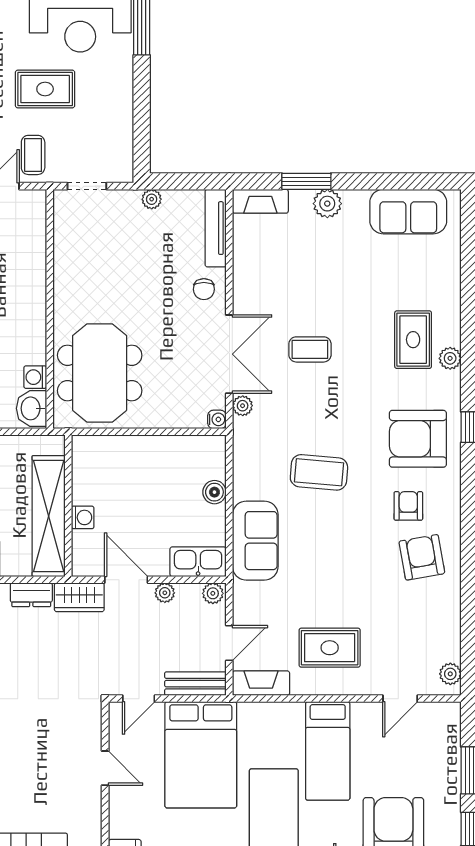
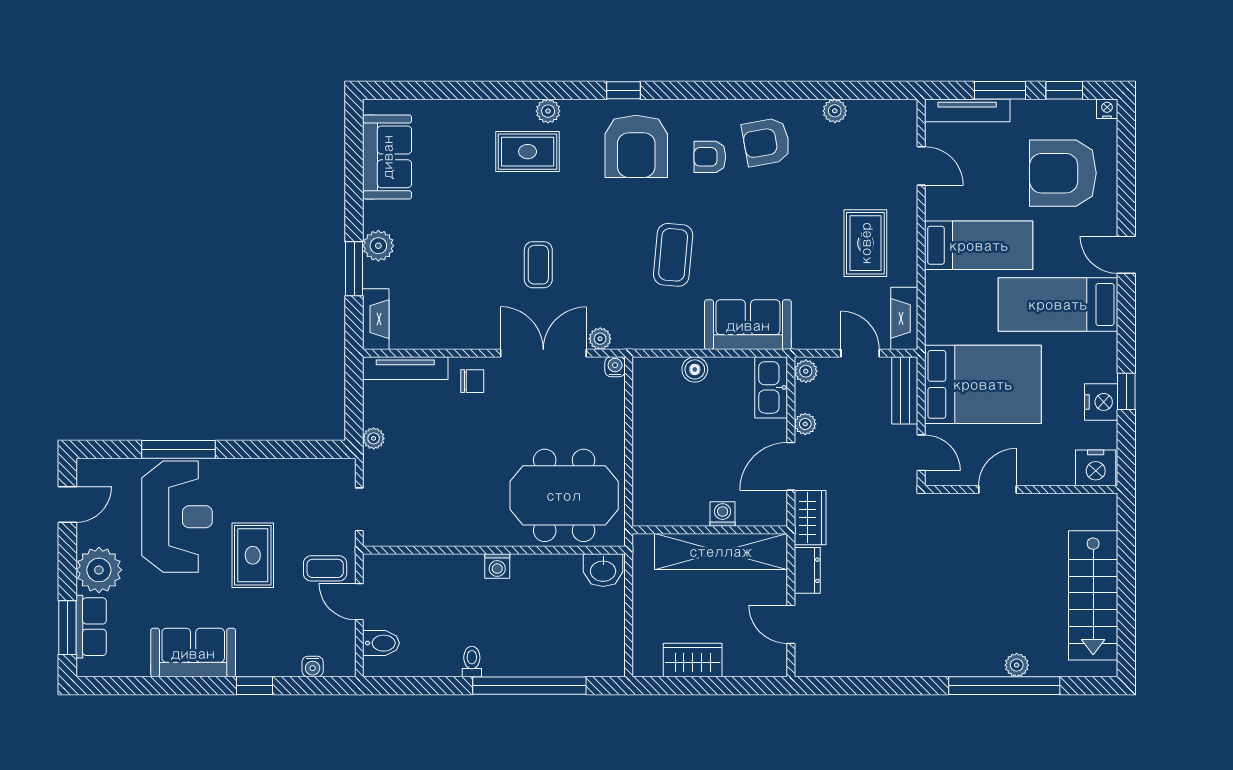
washing machine: (35, 377) -> (497, 566), moved
plant: (450, 674) -> (835, 111), moved
tv unit: (451, 741) -> (967, 110), added

